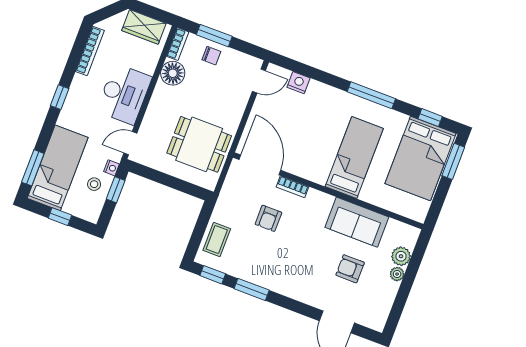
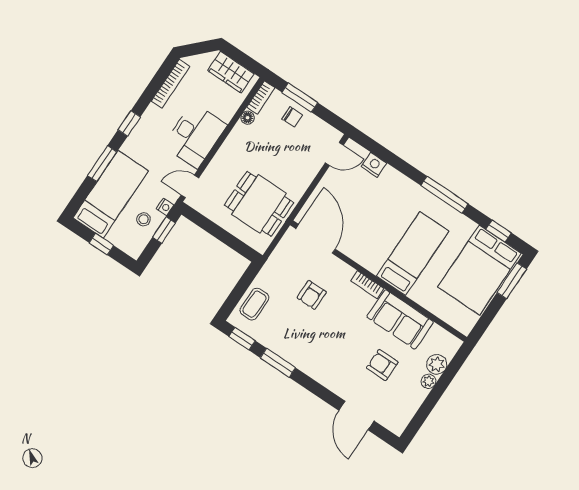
floor lamp: (173, 73) -> (247, 118), width x0.53, depth x0.53
window: (33, 168) -> (102, 164), moved
bookcase: (293, 187) -> (367, 285), moved

